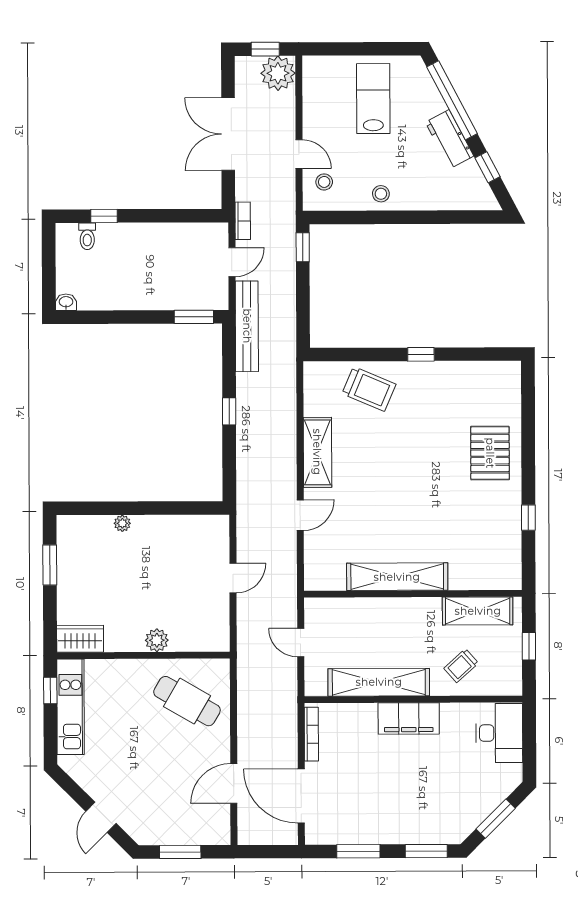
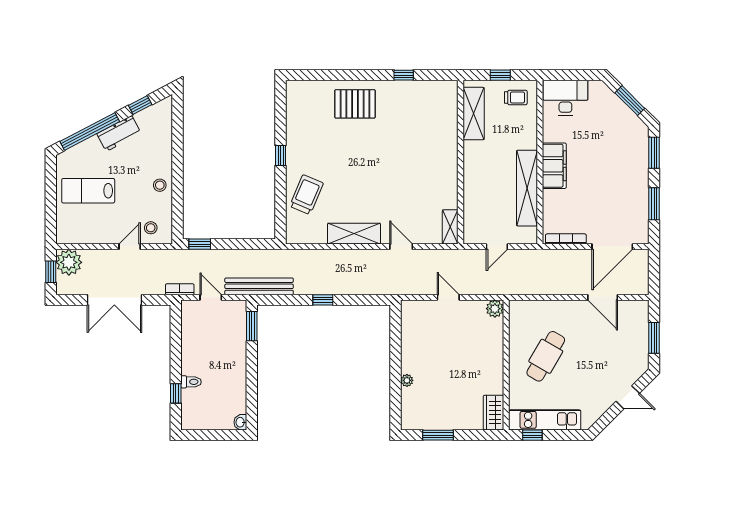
toilet: (87, 236) -> (191, 382), moved
shelving: (397, 577) -> (450, 227), moved, width x0.45, depth x0.75
plant: (157, 640) -> (495, 309), moved
trolley: (461, 666) -> (516, 97), moved, turned -48
cafe table: (187, 701) -> (546, 356), moved

